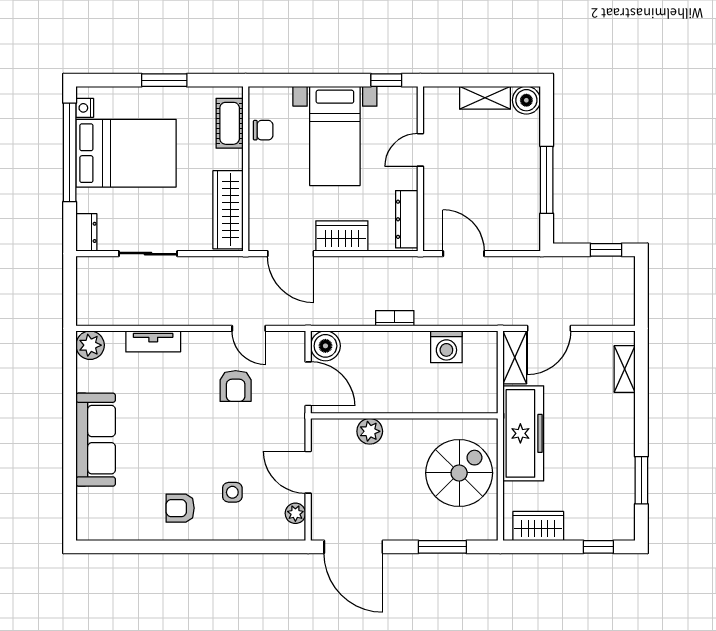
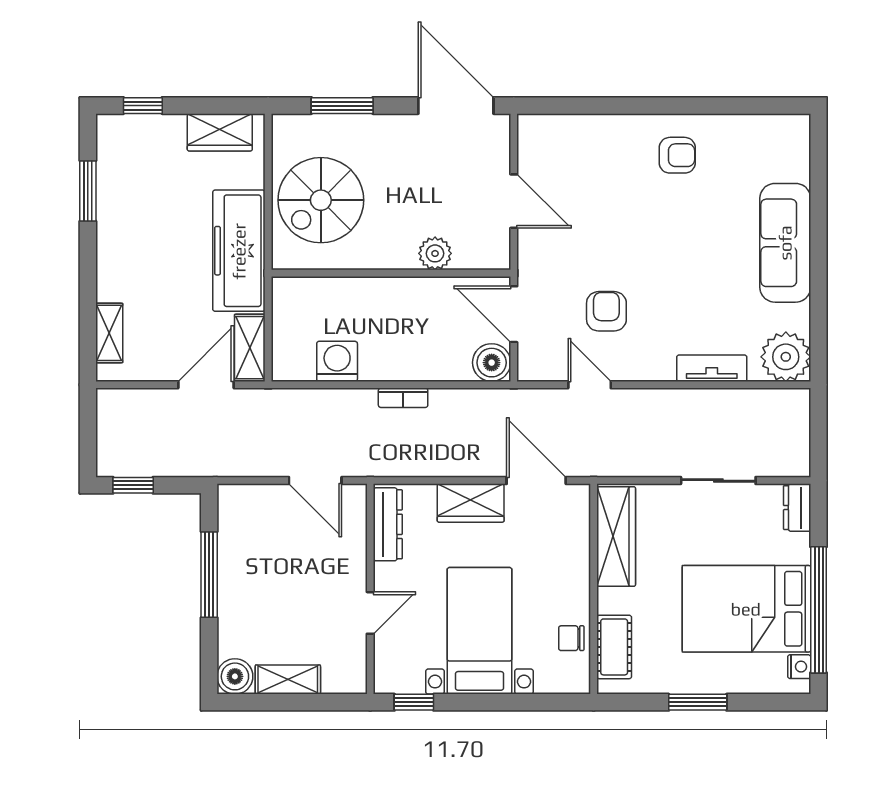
plant: (90, 345) -> (786, 357), width x1.36, depth x1.36
side table: (232, 492) -> (611, 176), removed
plant: (295, 513) -> (530, 149), removed

